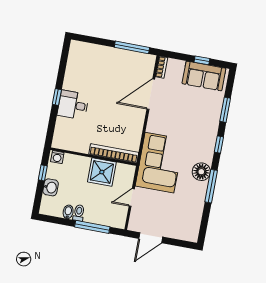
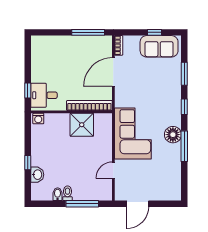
bookcase: (114, 153) -> (89, 106), moved
washing machine: (57, 157) -> (38, 119), moved
wall: (94, 157) -> (71, 112), moved
shower: (102, 172) -> (82, 125), moved

